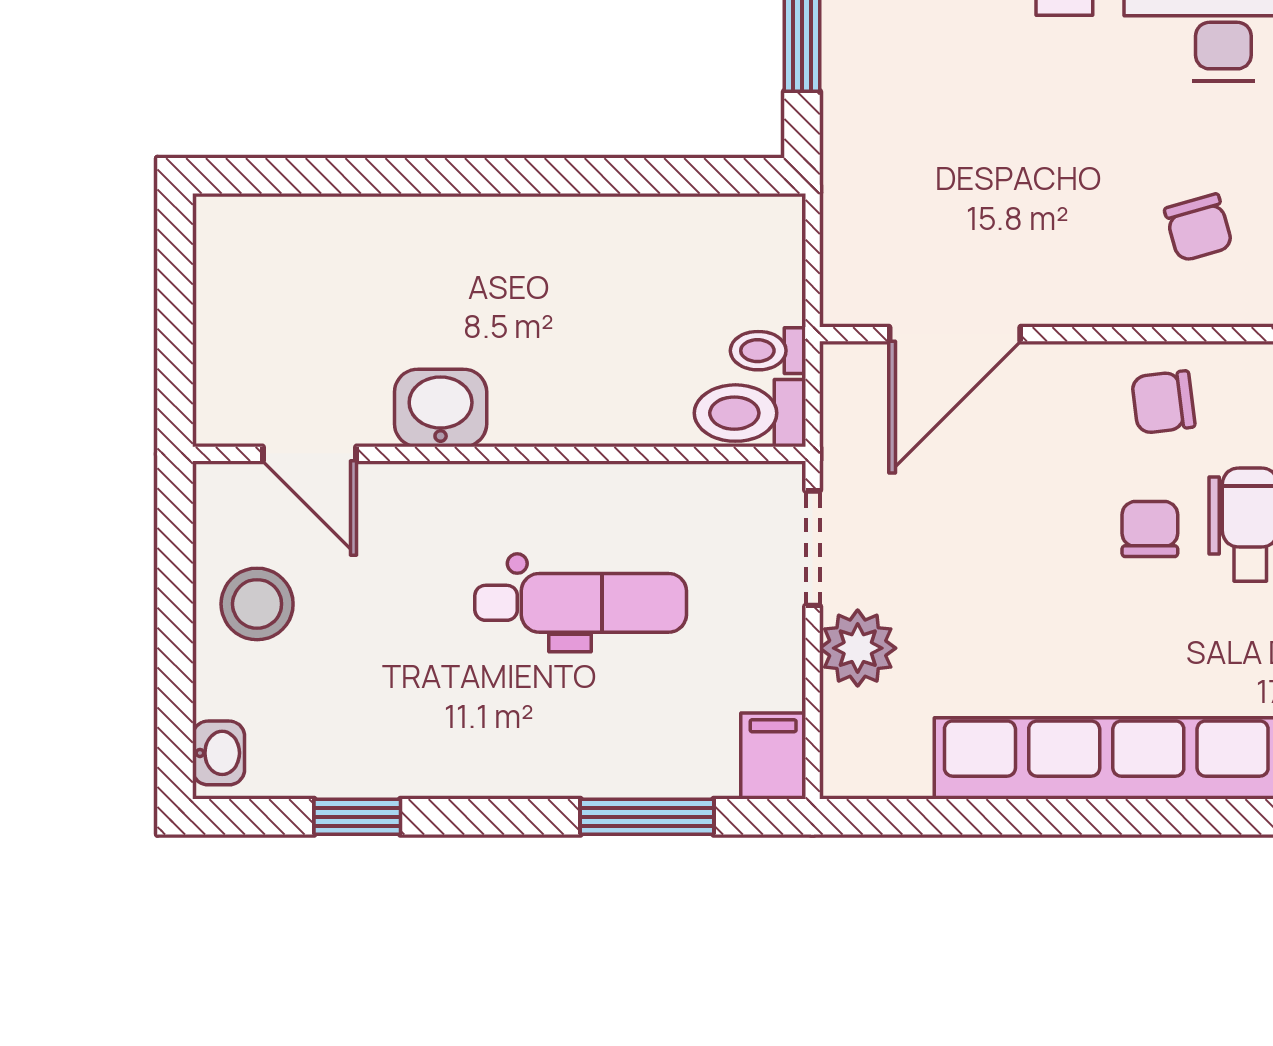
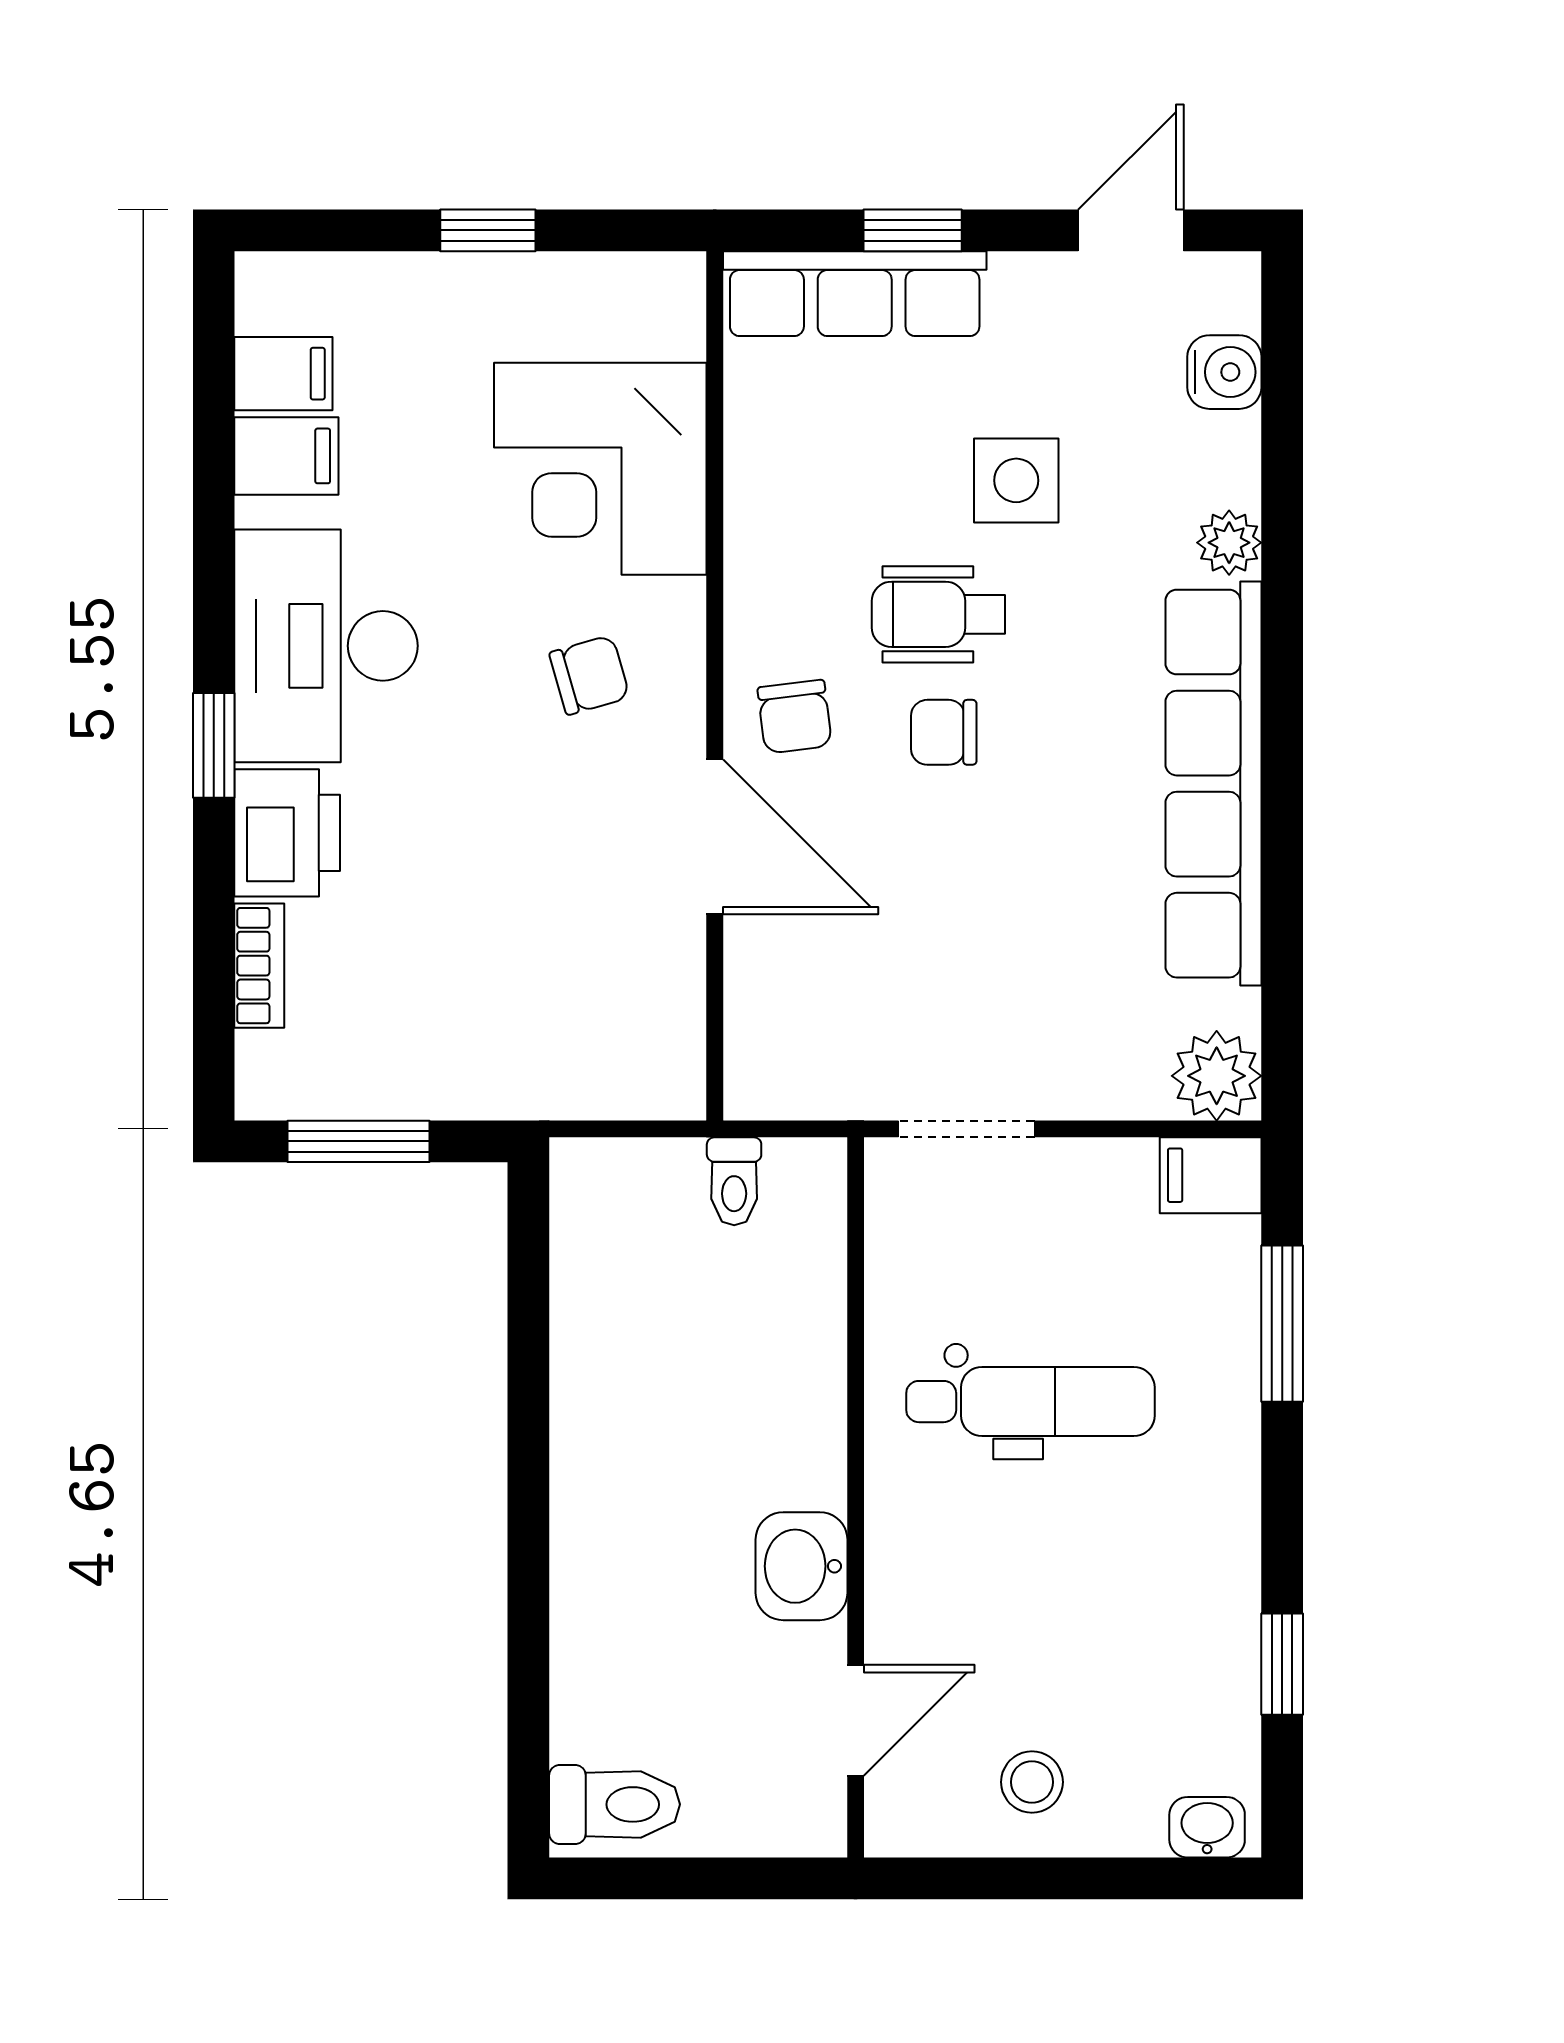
door: (955, 334) -> (715, 837), moved
toilet: (750, 413) -> (615, 1804), moved, turned -90
dental chair: (581, 603) -> (1031, 1402), turned 90
stool: (257, 604) -> (1032, 1782), width x0.73, depth x0.73
plant: (858, 648) -> (1217, 1076), moved

